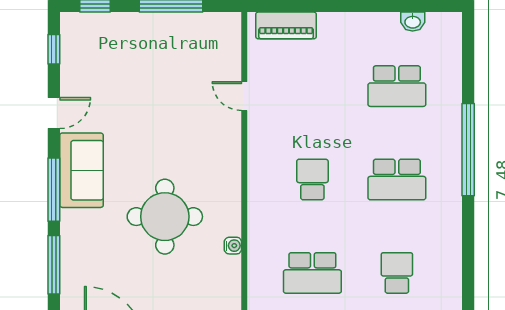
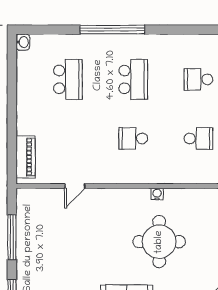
washbasin: (413, 22) -> (23, 42), moved
water cooler: (233, 246) -> (157, 194), moved
school desk: (312, 273) -> (198, 138), width x0.54

